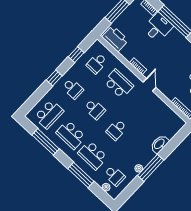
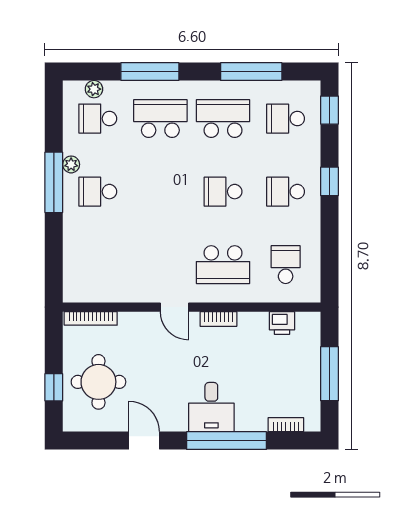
desk: (158, 27) -> (211, 407), moved
printer: (115, 39) -> (282, 323), width x0.53, depth x0.68
window: (76, 55) -> (329, 110), moved
school desk: (49, 114) -> (286, 119), width x0.54
school desk: (117, 130) -> (98, 192), moved, turned -90
washbasin: (160, 144) -> (74, 231), removed

